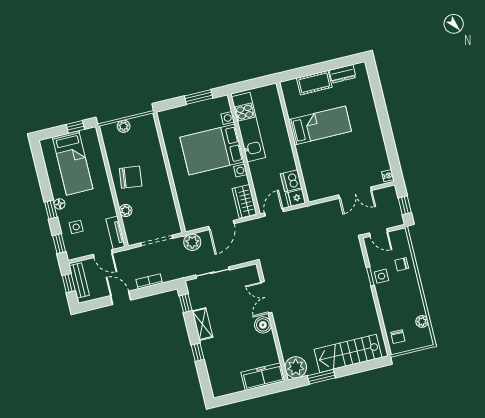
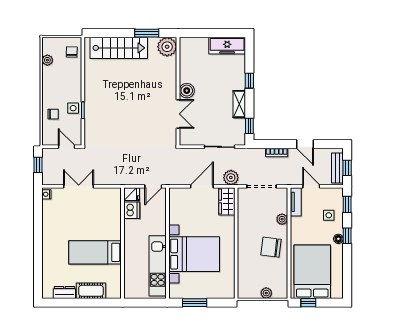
bed: (73, 163) -> (312, 272), width x1.50
wardrobe: (244, 201) -> (227, 201), moved, turned 180
freezer: (263, 377) -> (227, 46), moved

